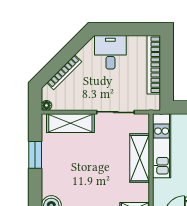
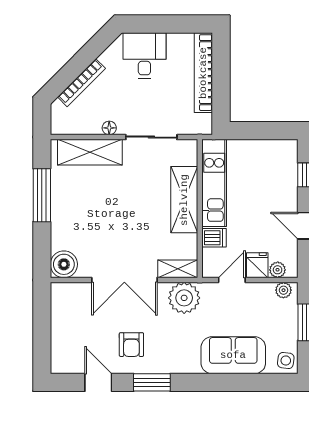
floor lamp: (46, 105) -> (109, 128), moved
window: (35, 155) -> (42, 195), width x1.44
dishwasher: (161, 186) -> (214, 238), added

